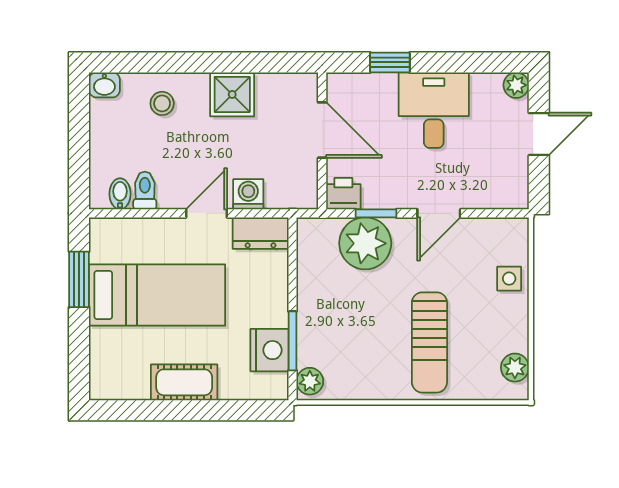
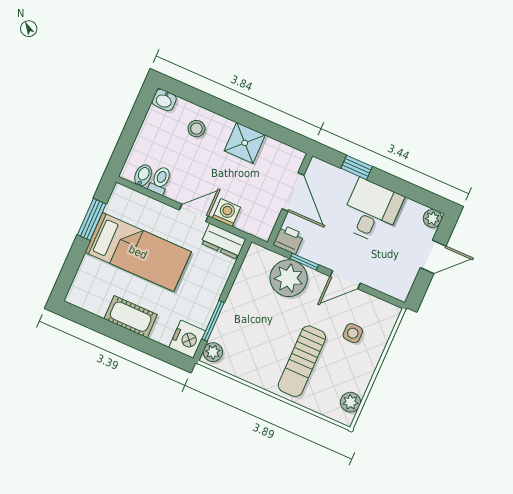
side table: (509, 279) -> (353, 333), moved
nightstand: (269, 350) -> (187, 339), moved

